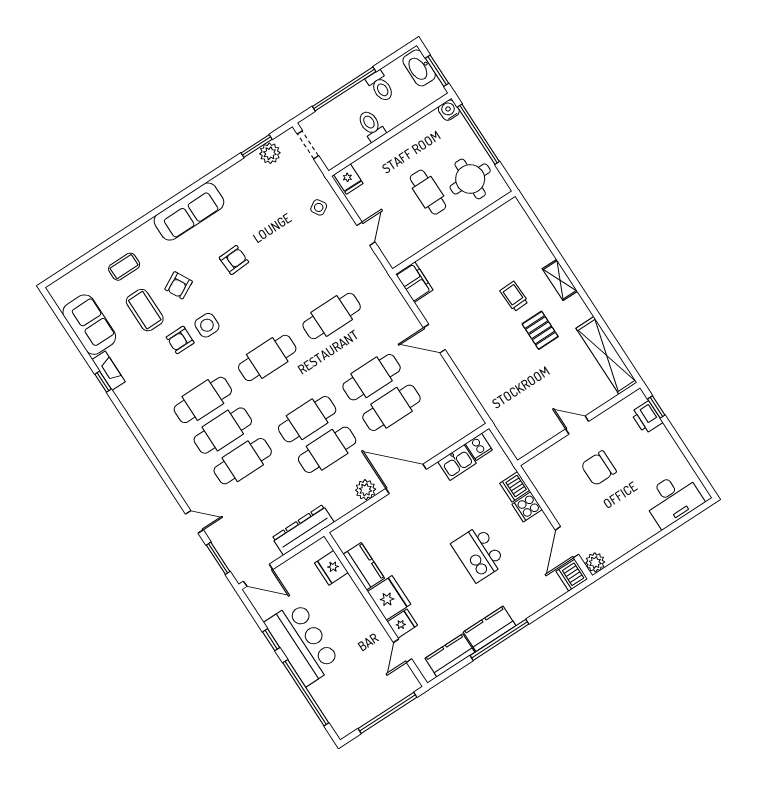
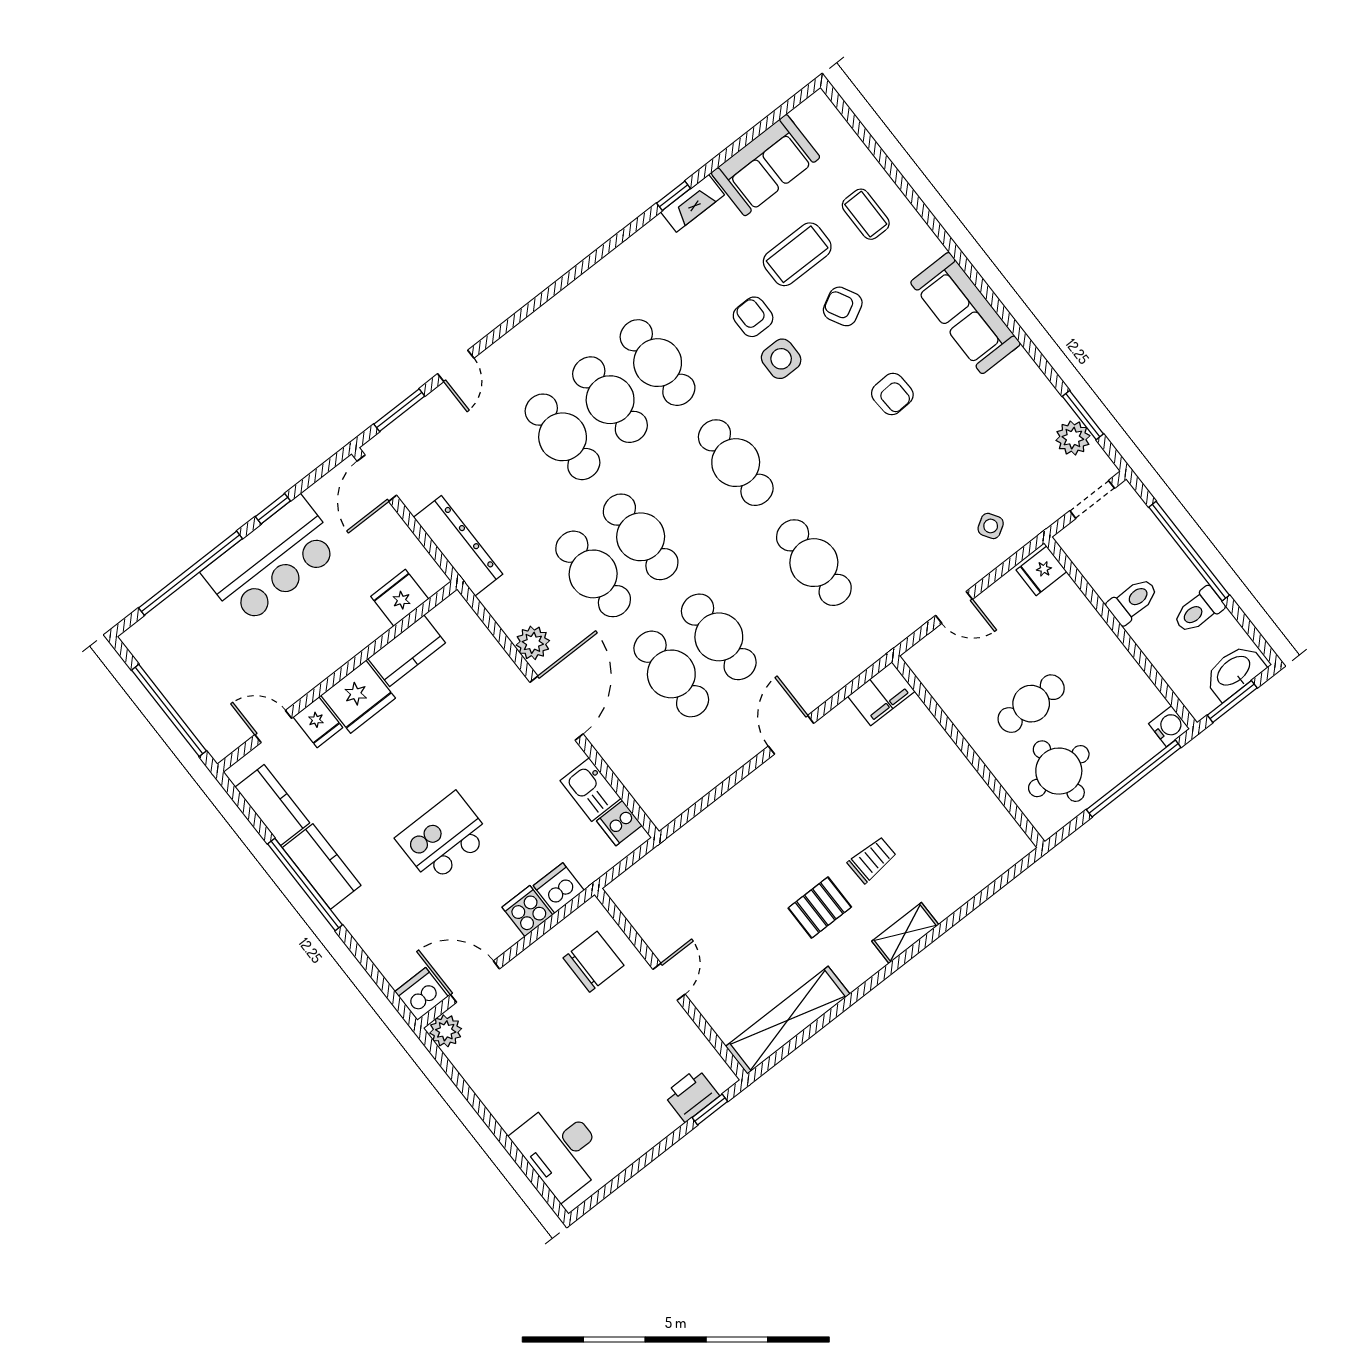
chair: (599, 468) -> (593, 962), moved, turned 90

